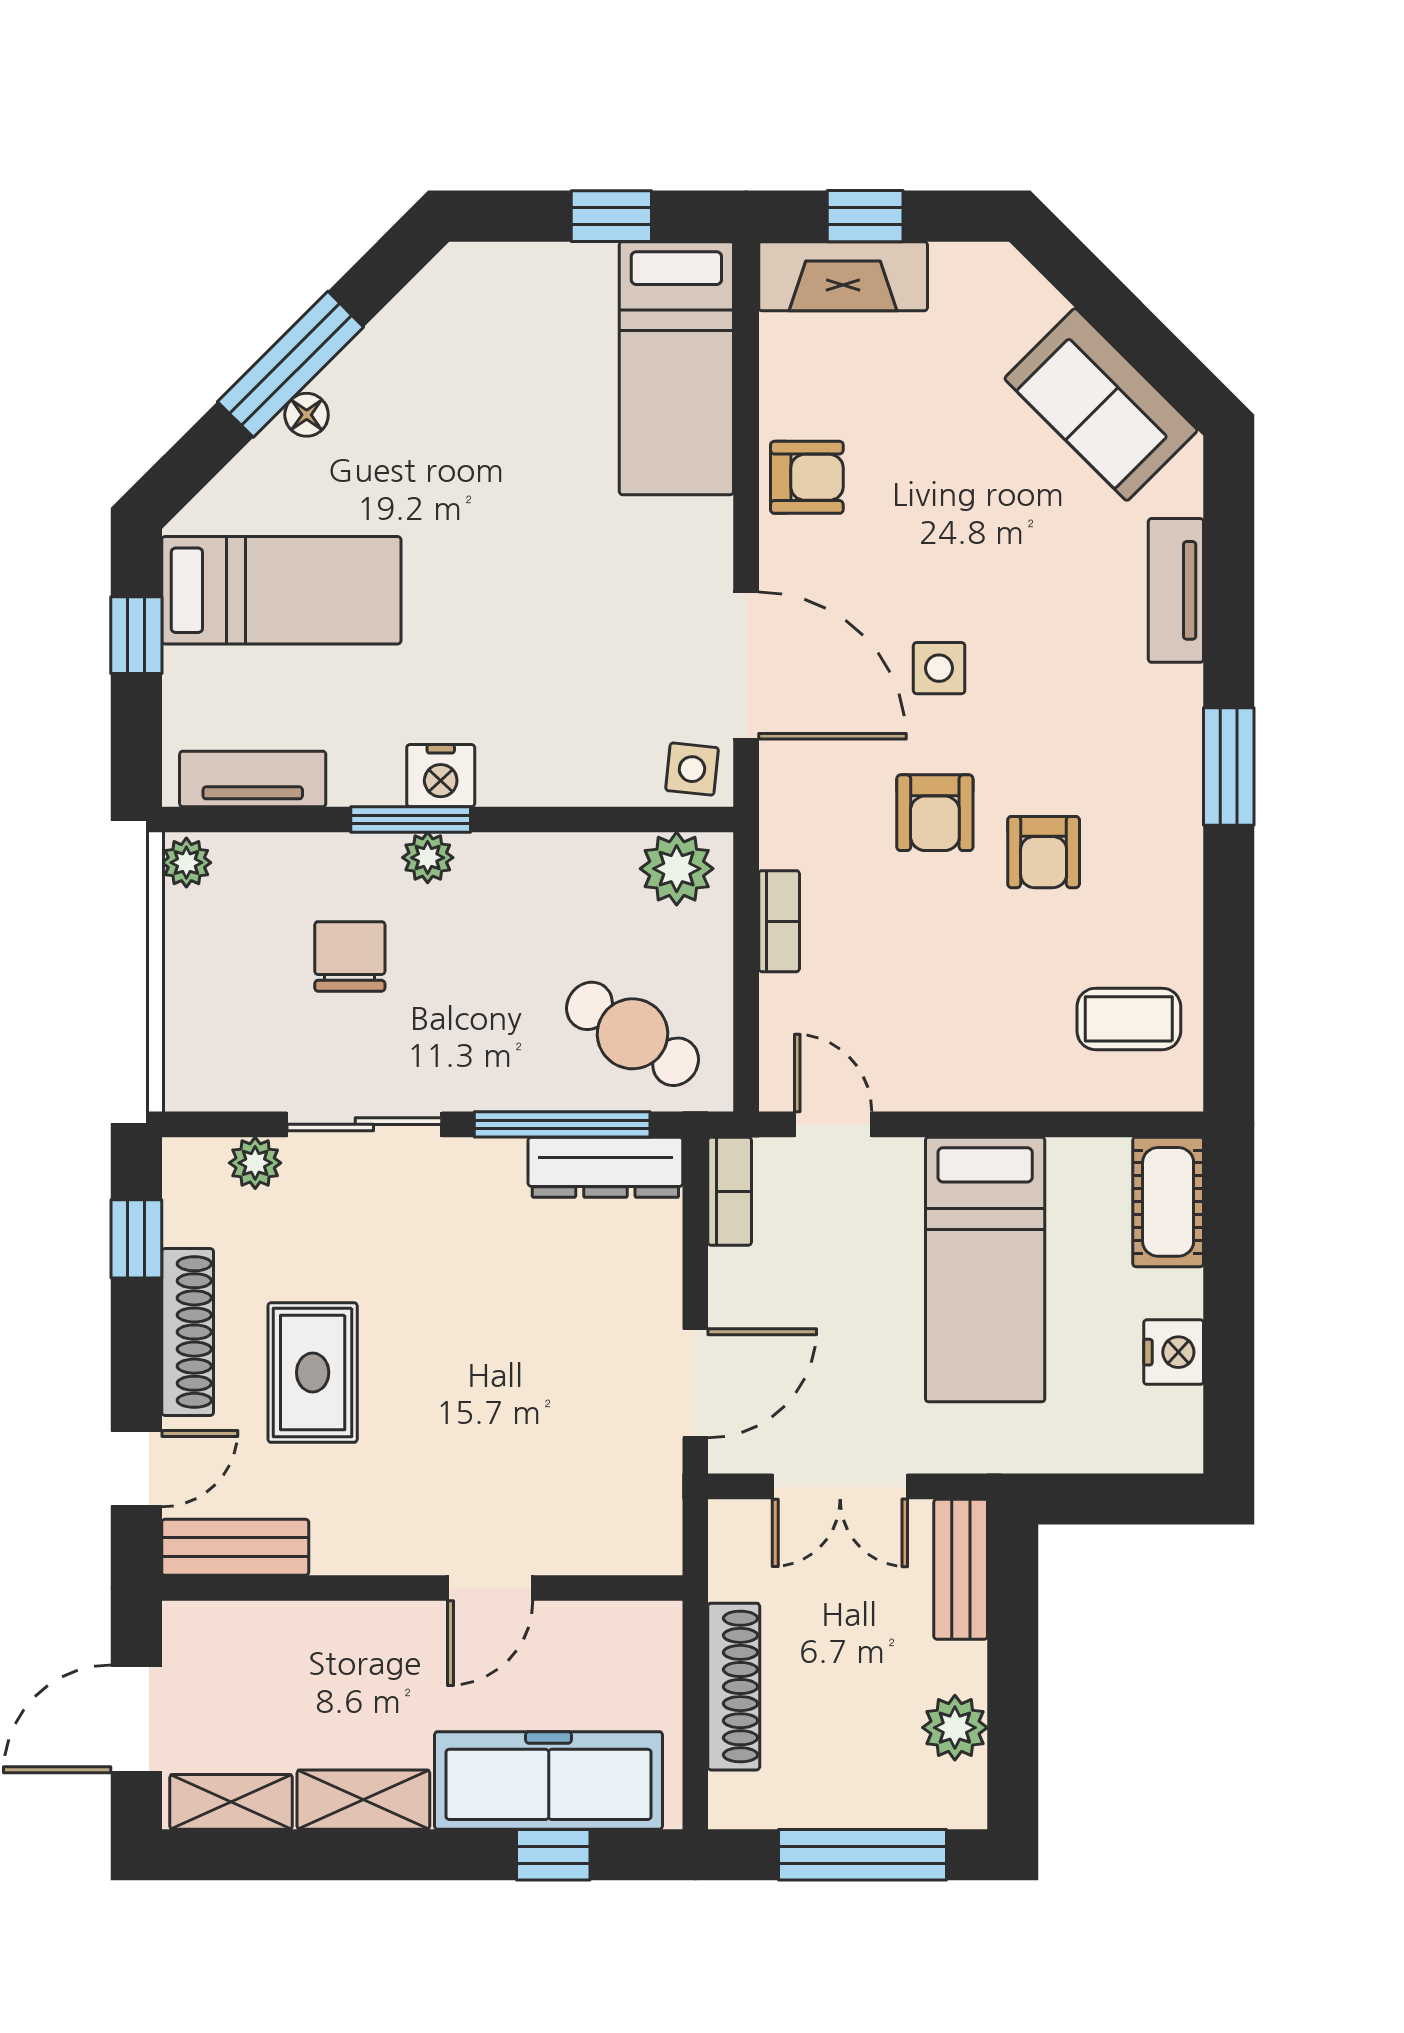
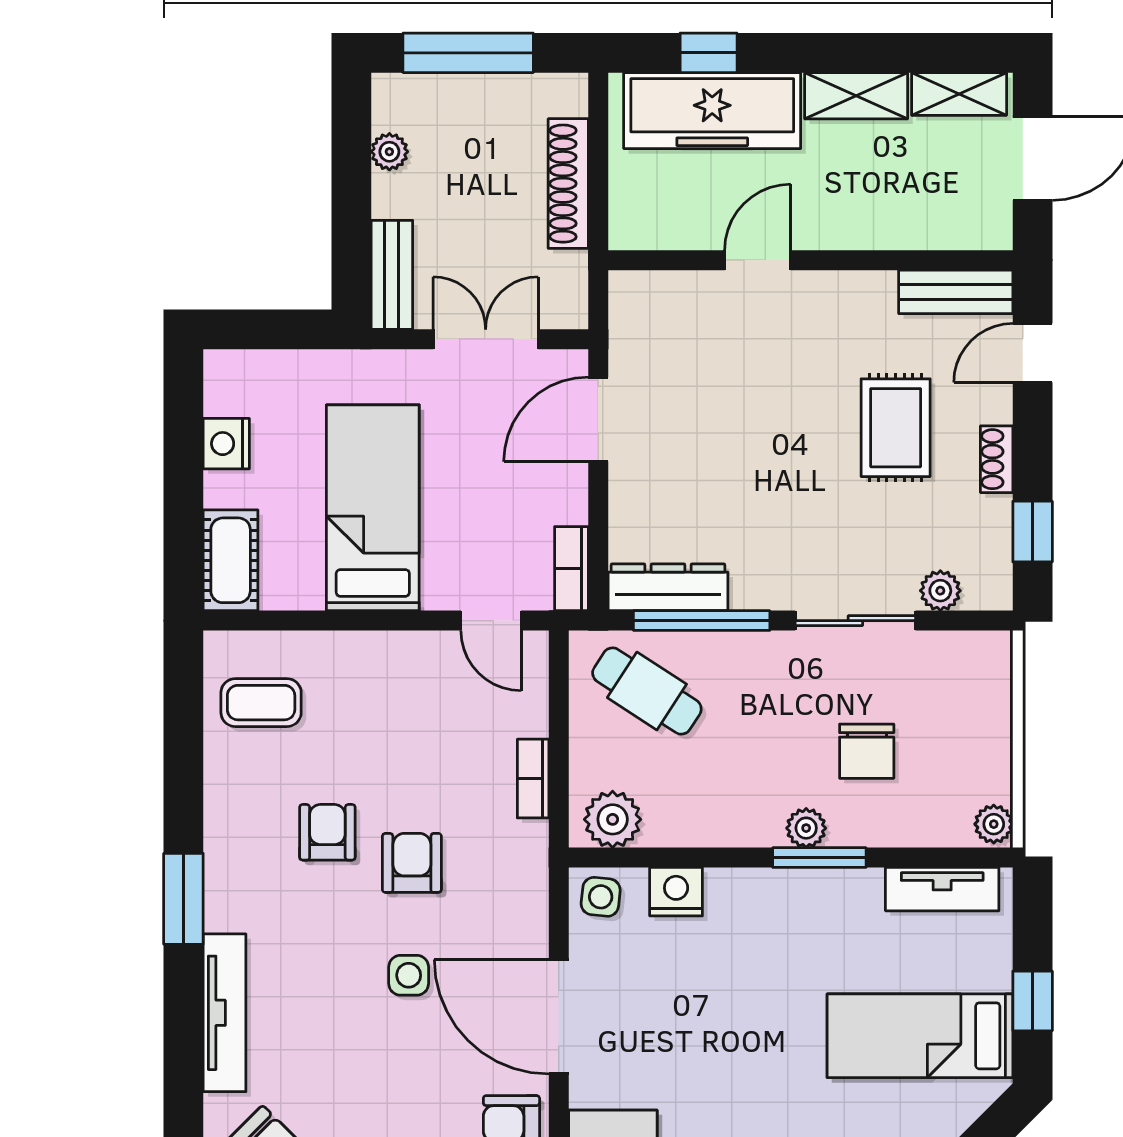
tv unit: (1176, 590) -> (225, 1013), width x1.41
door: (746, 666) -> (559, 1017), moved
nightstand: (441, 776) -> (676, 892), moved
shoe rack: (188, 1332) -> (997, 459), width x0.51, depth x0.81
plant: (955, 1728) -> (389, 152), width x0.73, depth x0.73

